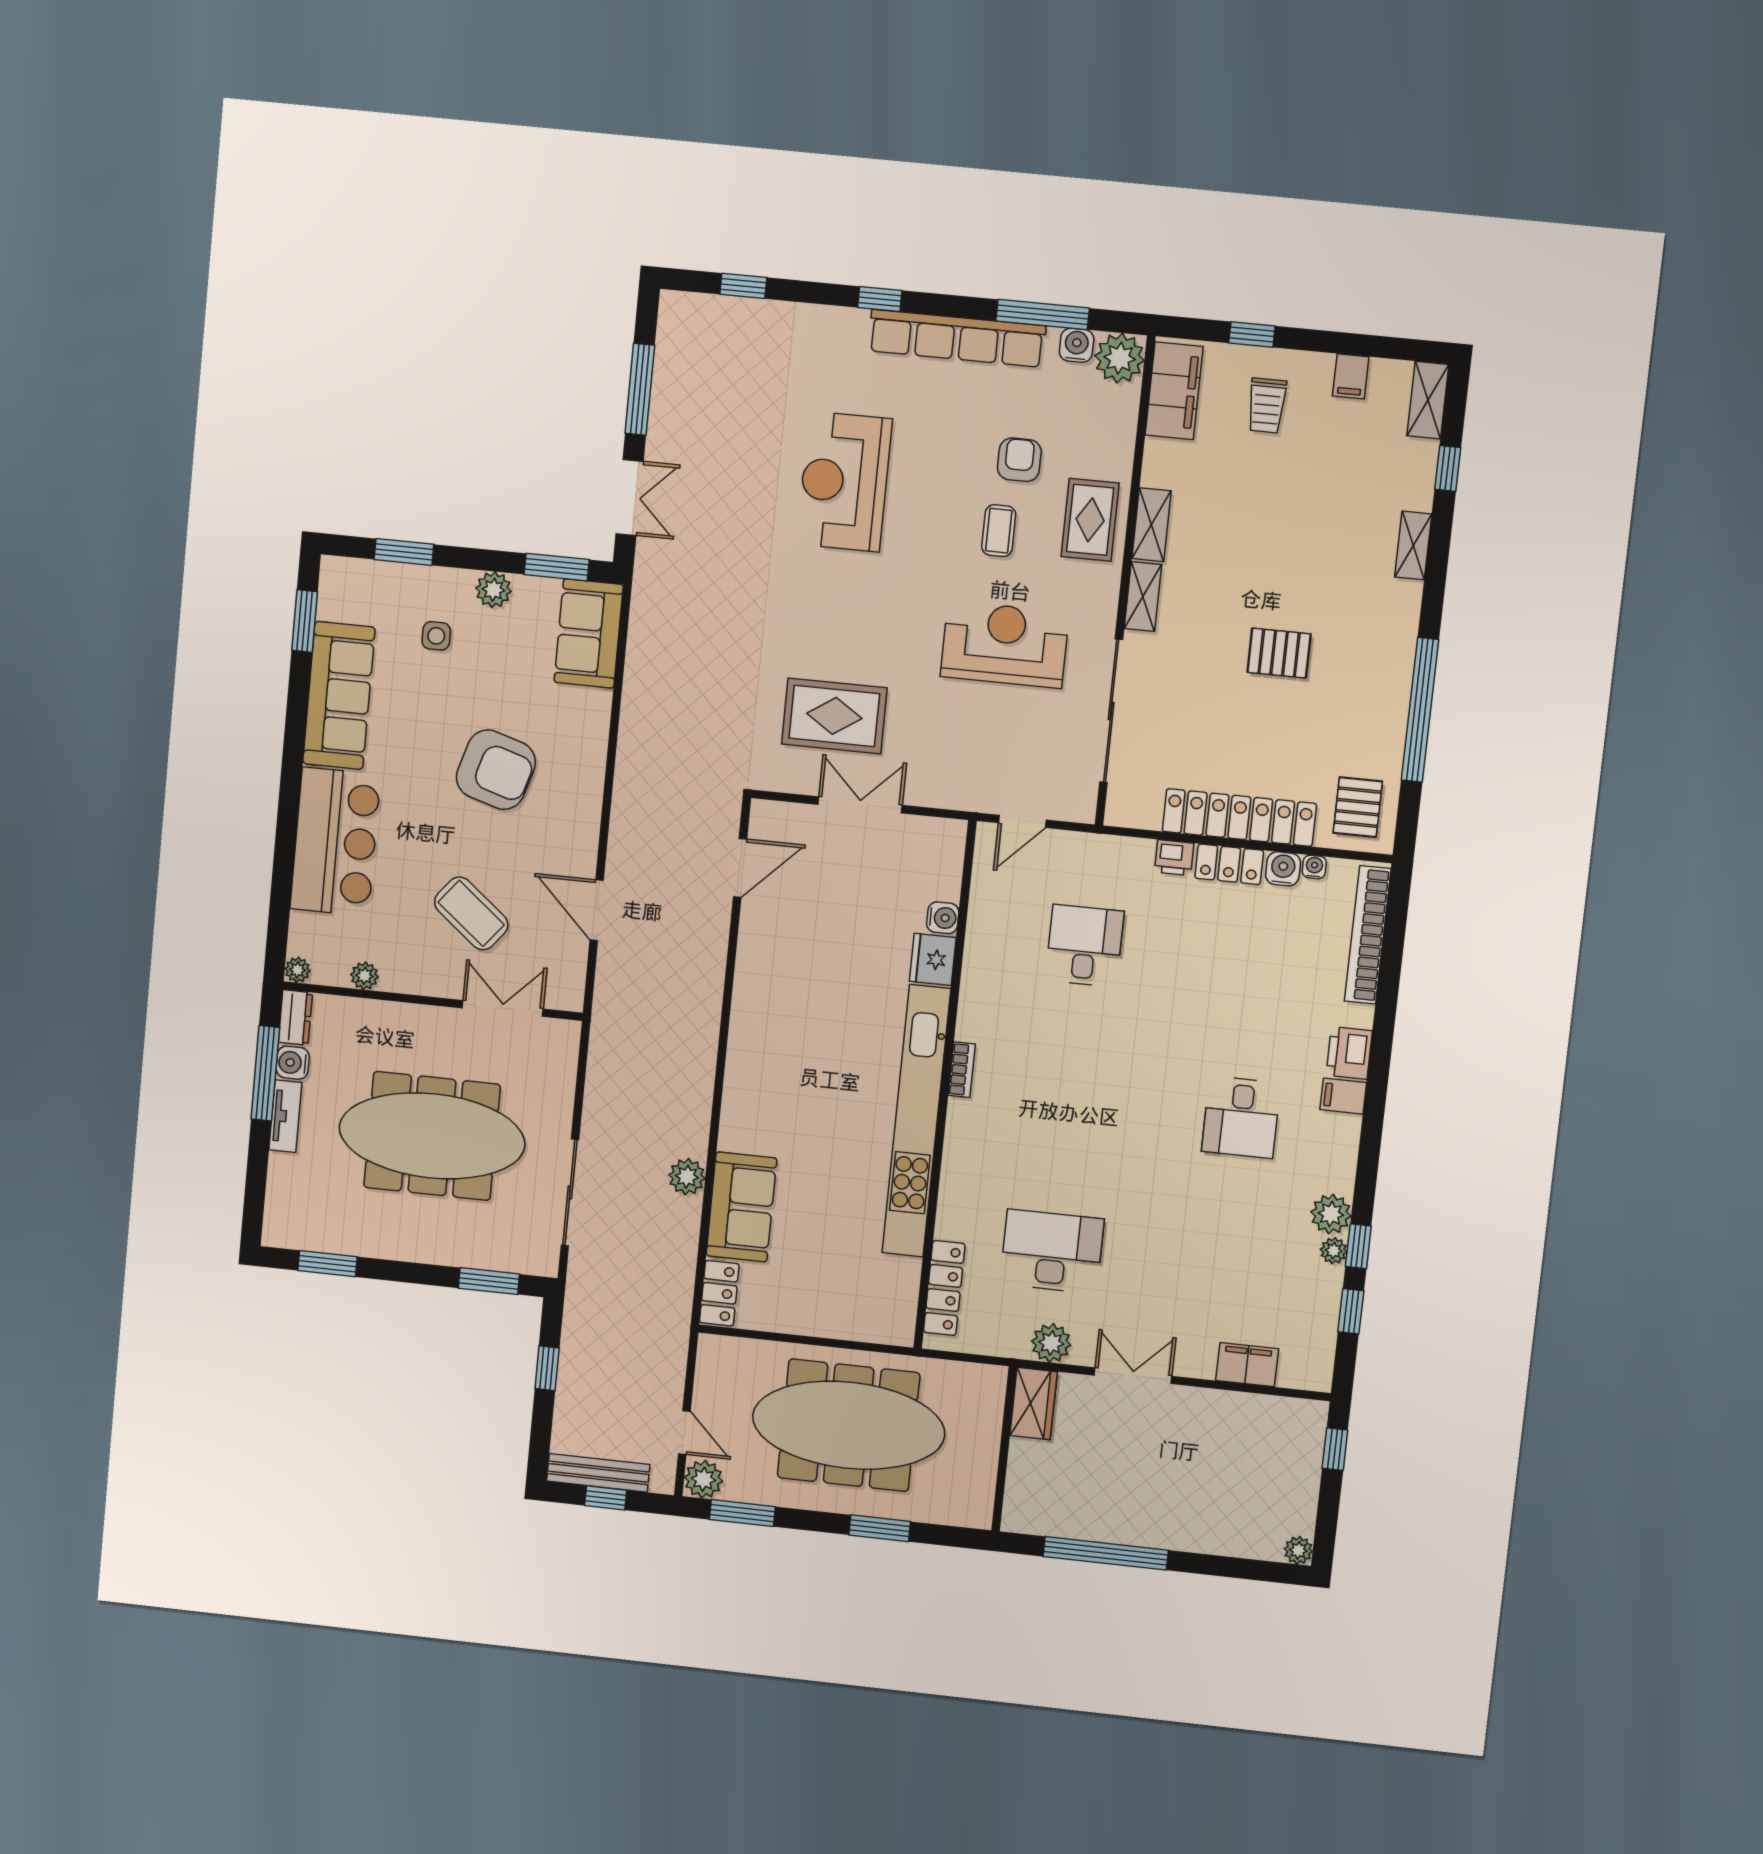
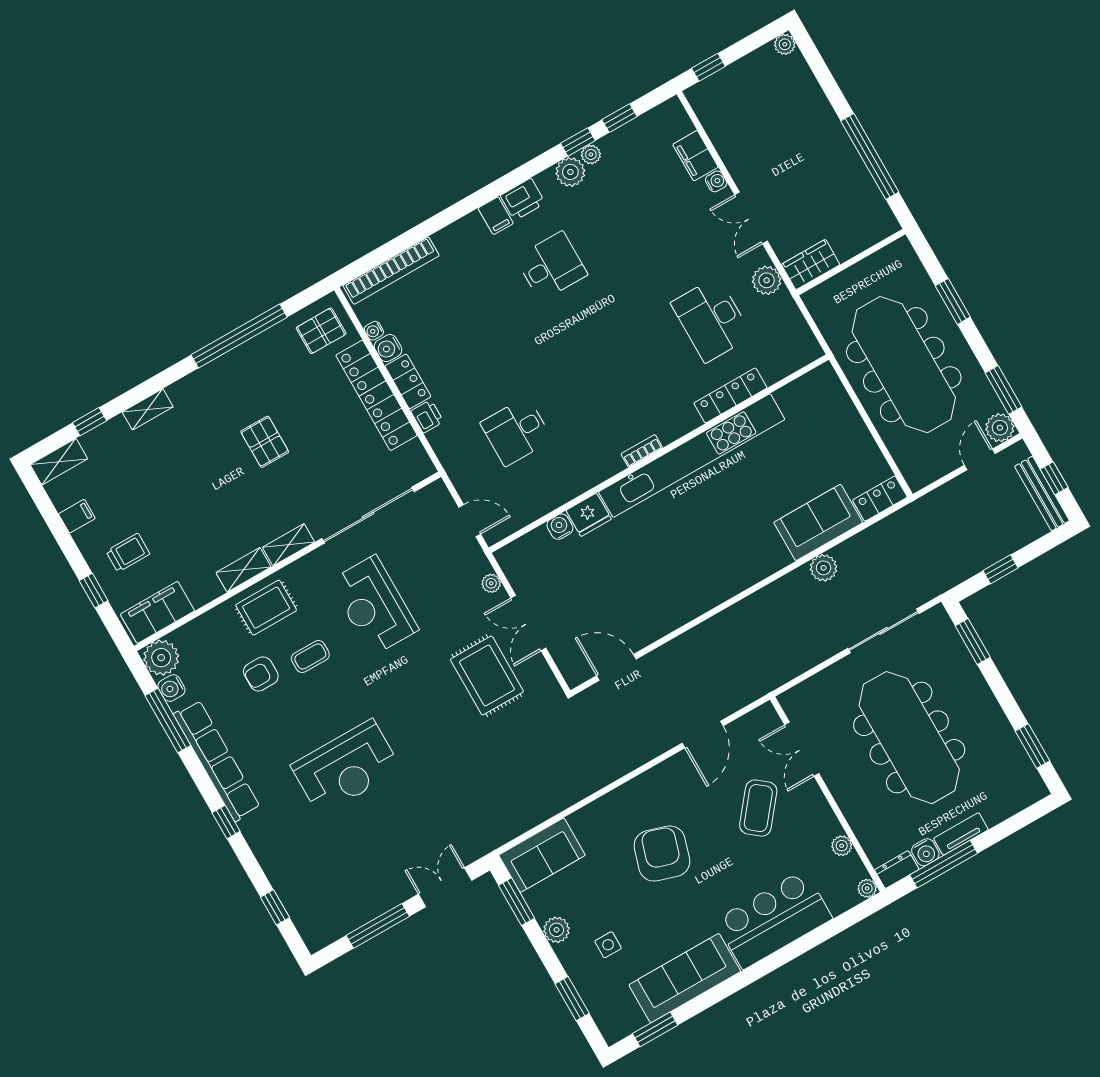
plant: (934, 795) -> (491, 583), added
printer: (1349, 1053) -> (523, 199), moved
locker: (944, 1288) -> (730, 395), moved
water cooler: (1202, 1367) -> (716, 181), added

